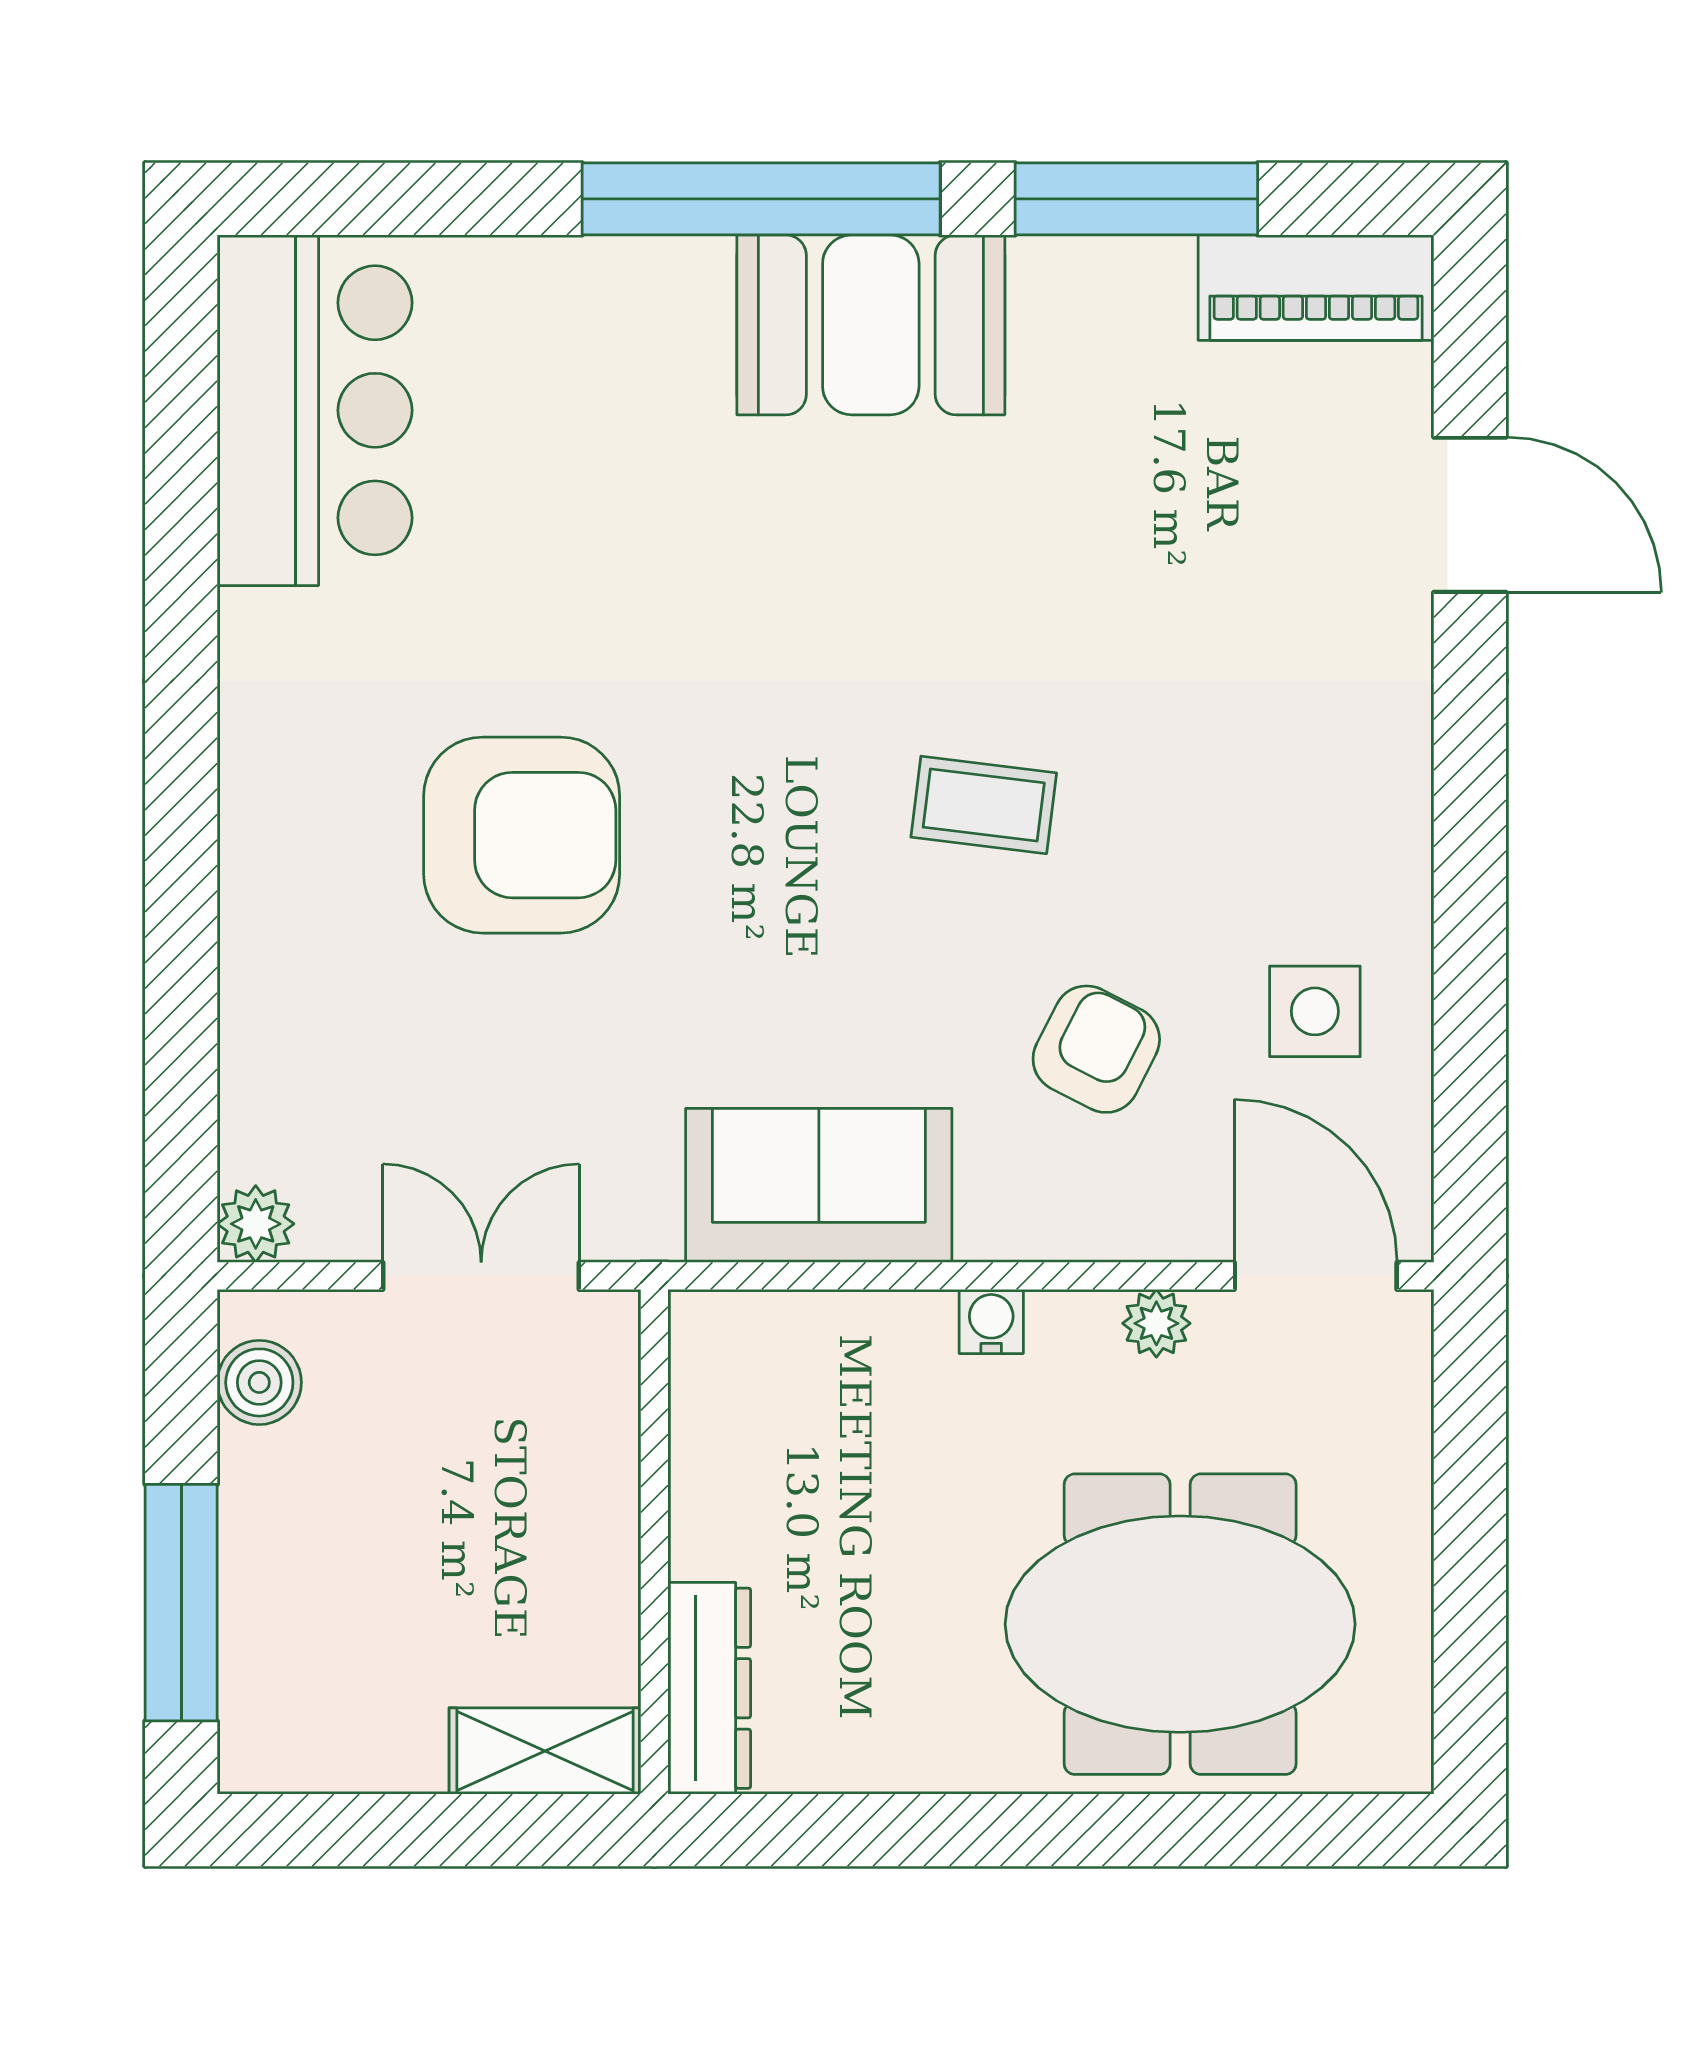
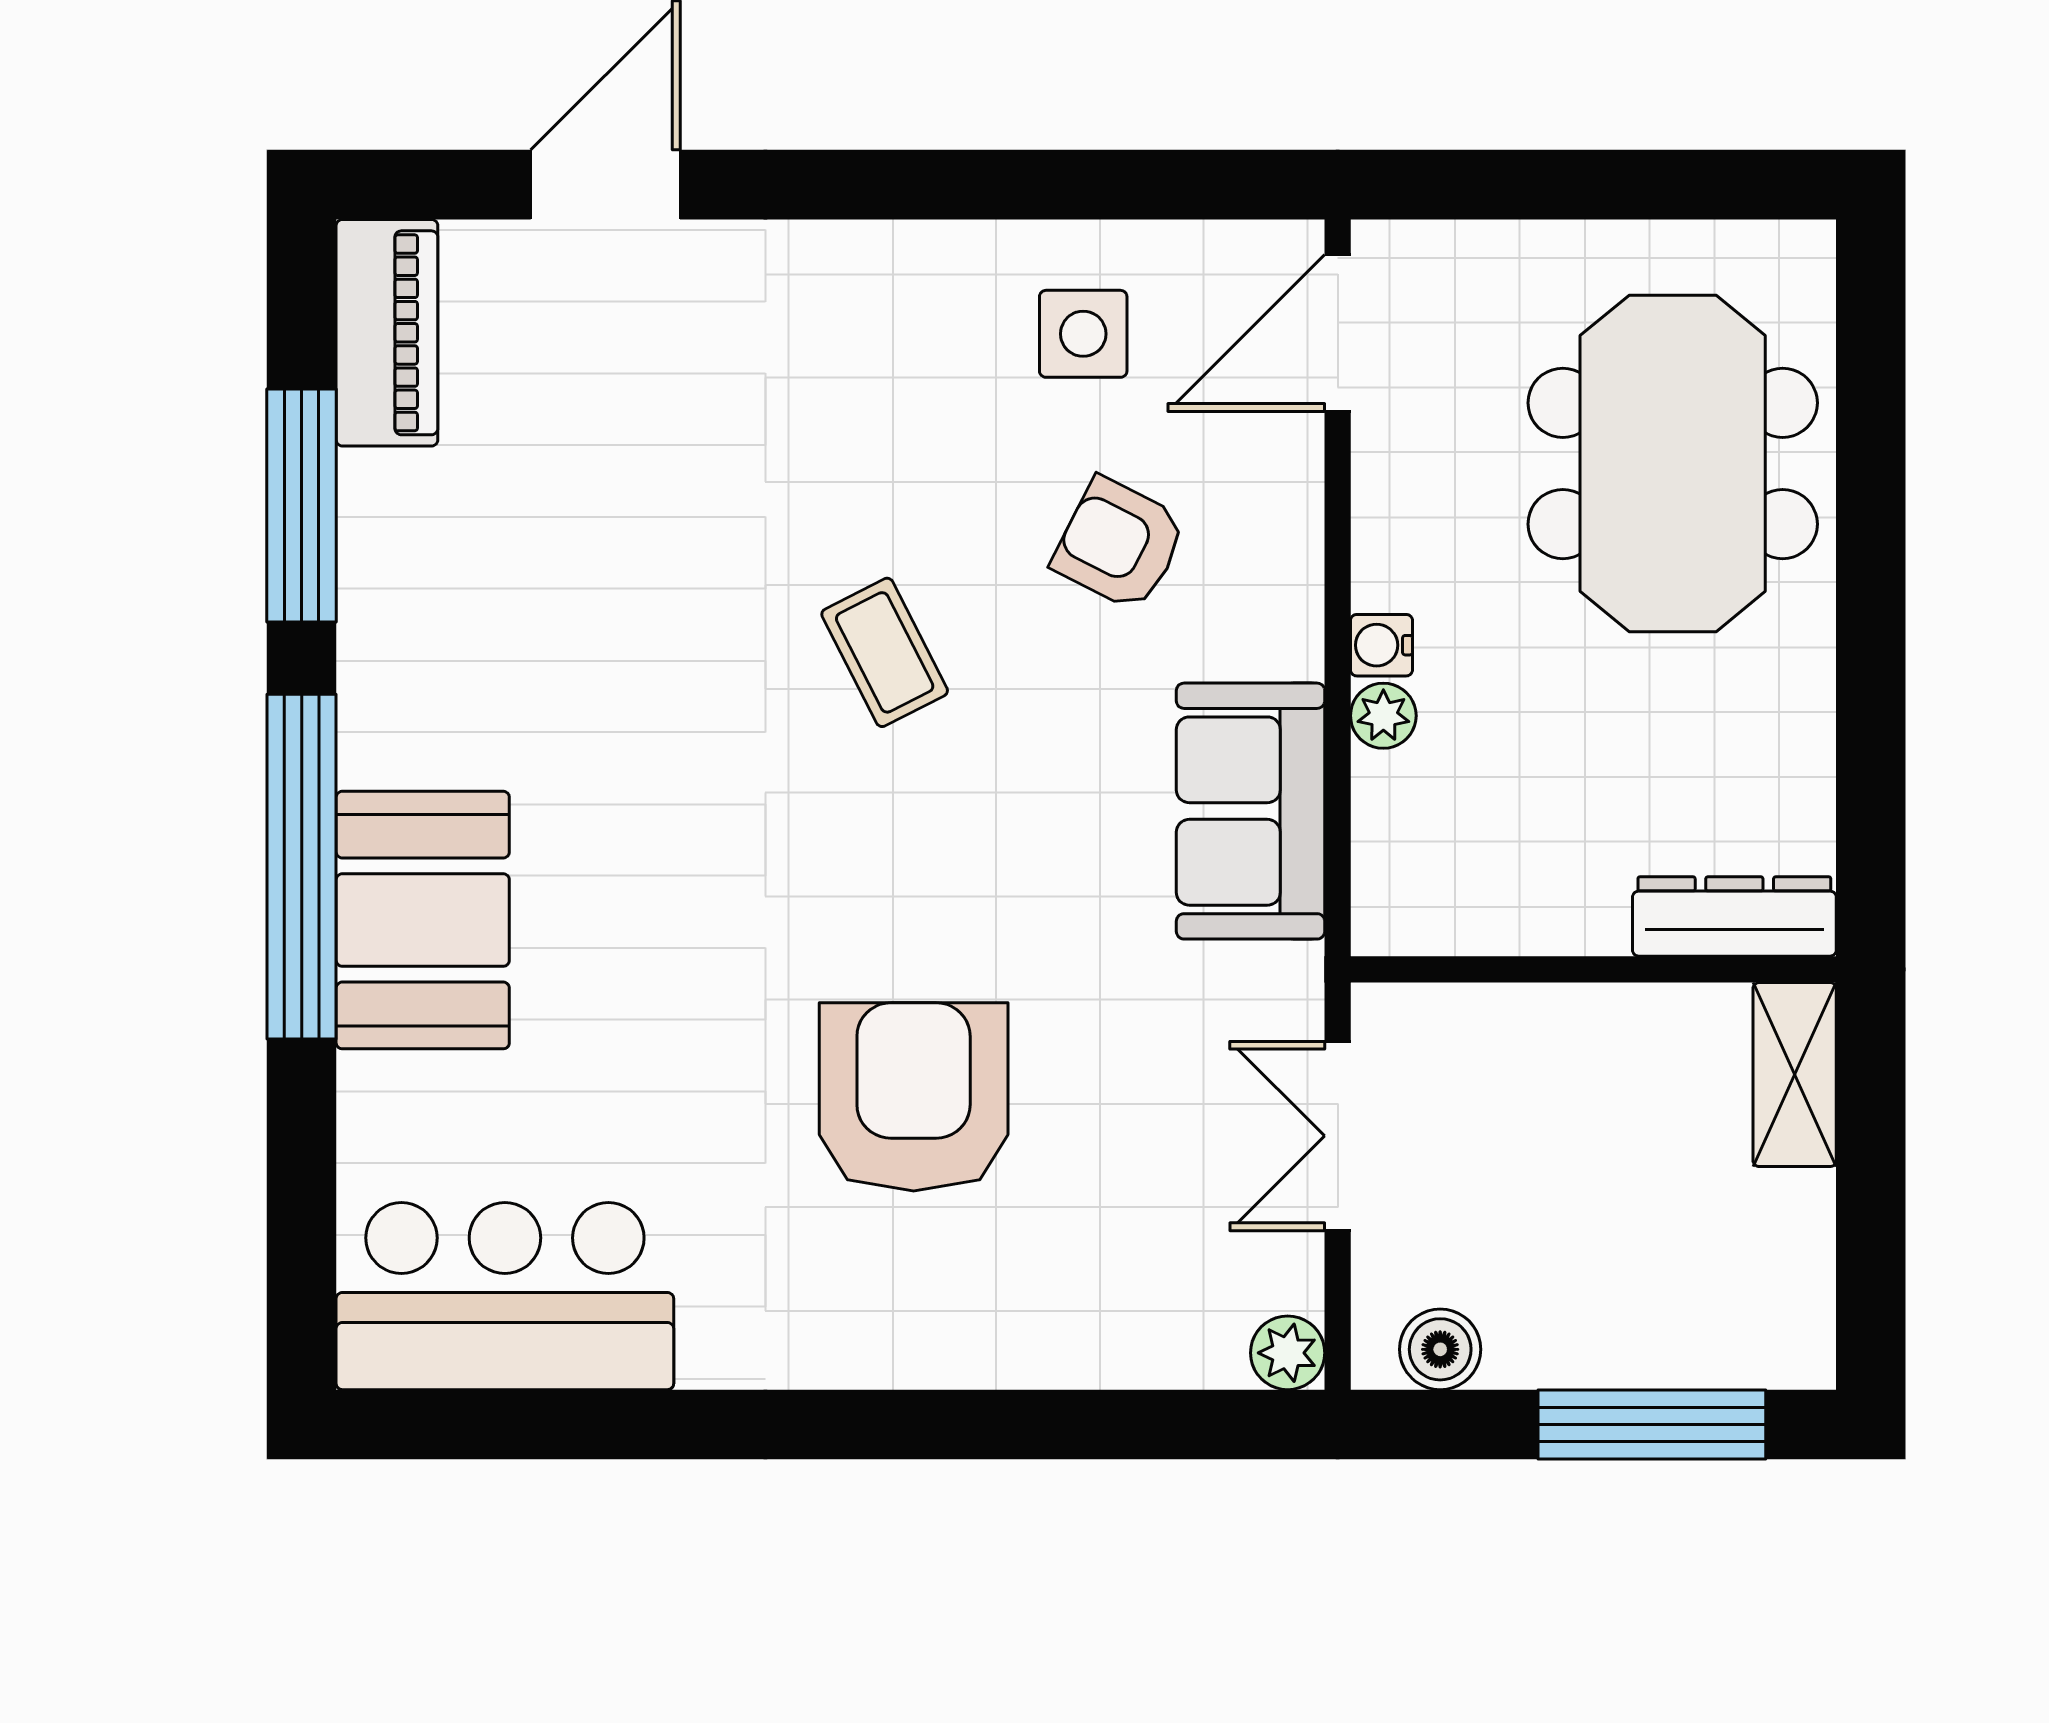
booth: (871, 325) -> (423, 920), moved
coffee table: (984, 805) -> (885, 652), turned -34
plant: (1156, 1323) -> (1383, 716), moved

